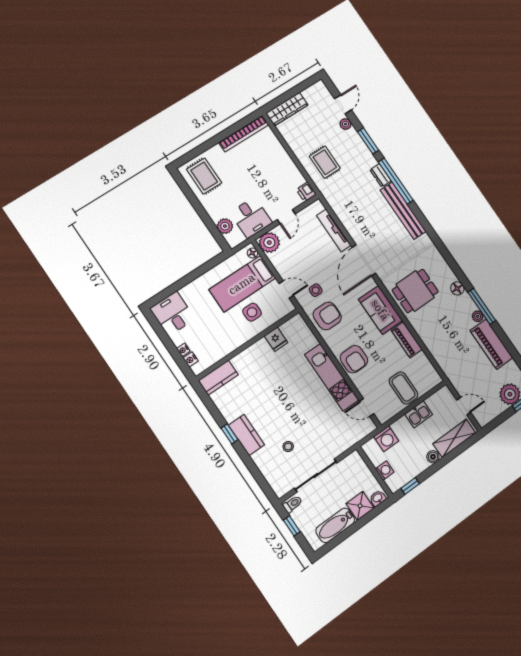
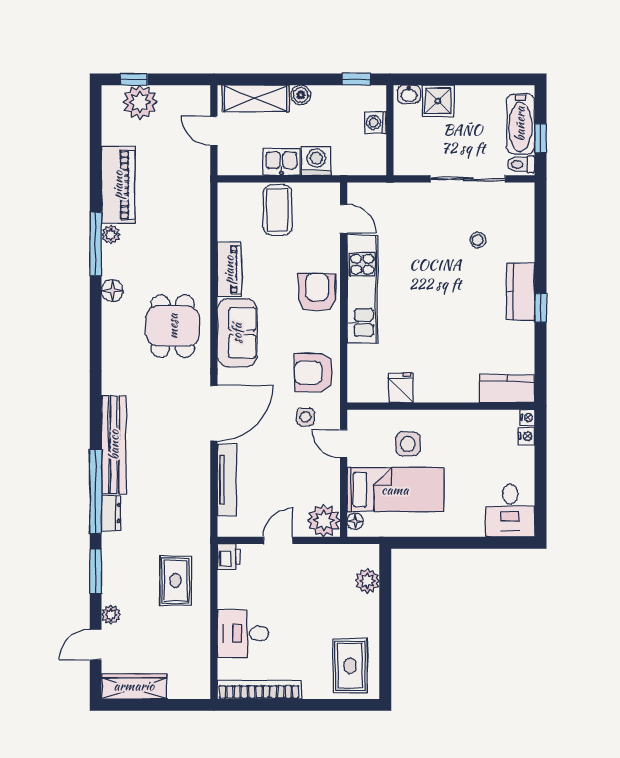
wardrobe: (287, 109) -> (134, 686), moved
desk: (251, 218) -> (243, 633), moved, turned -90
dining table: (415, 291) -> (173, 326), turned 90
nightstand: (183, 350) -> (527, 418), moved
washing machine: (386, 439) -> (316, 161), moved
bathtub: (335, 525) -> (520, 124), moved, turned 90

